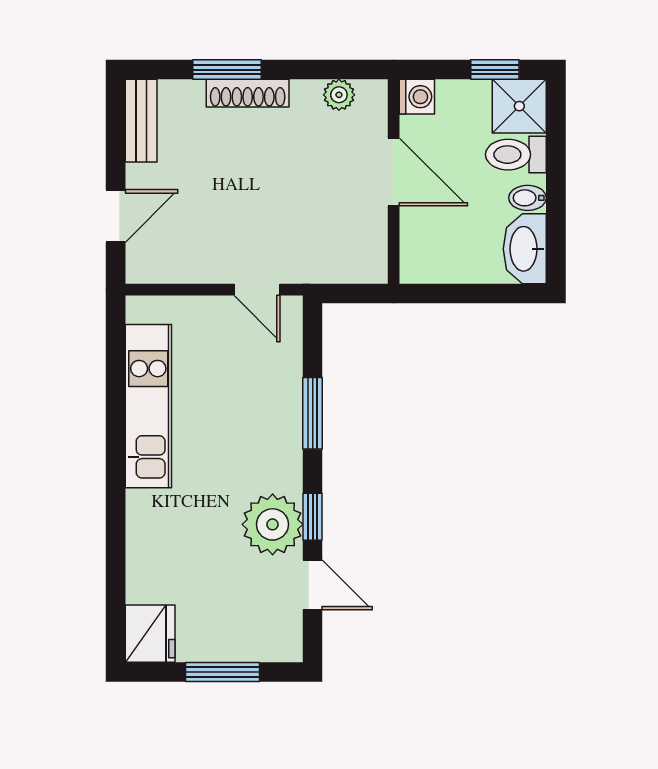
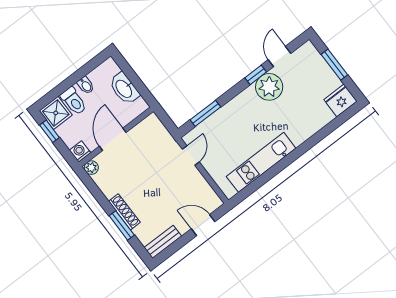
plant: (339, 95) -> (91, 168), moved
washbasin: (525, 249) -> (124, 89), moved, turned 90
window: (313, 413) -> (205, 113), moved

